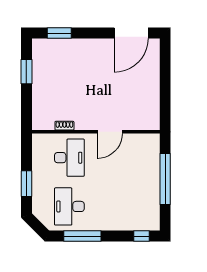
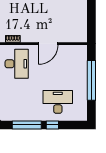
desk: (69, 206) -> (58, 102), moved, turned 90
window: (141, 236) -> (52, 125), moved

